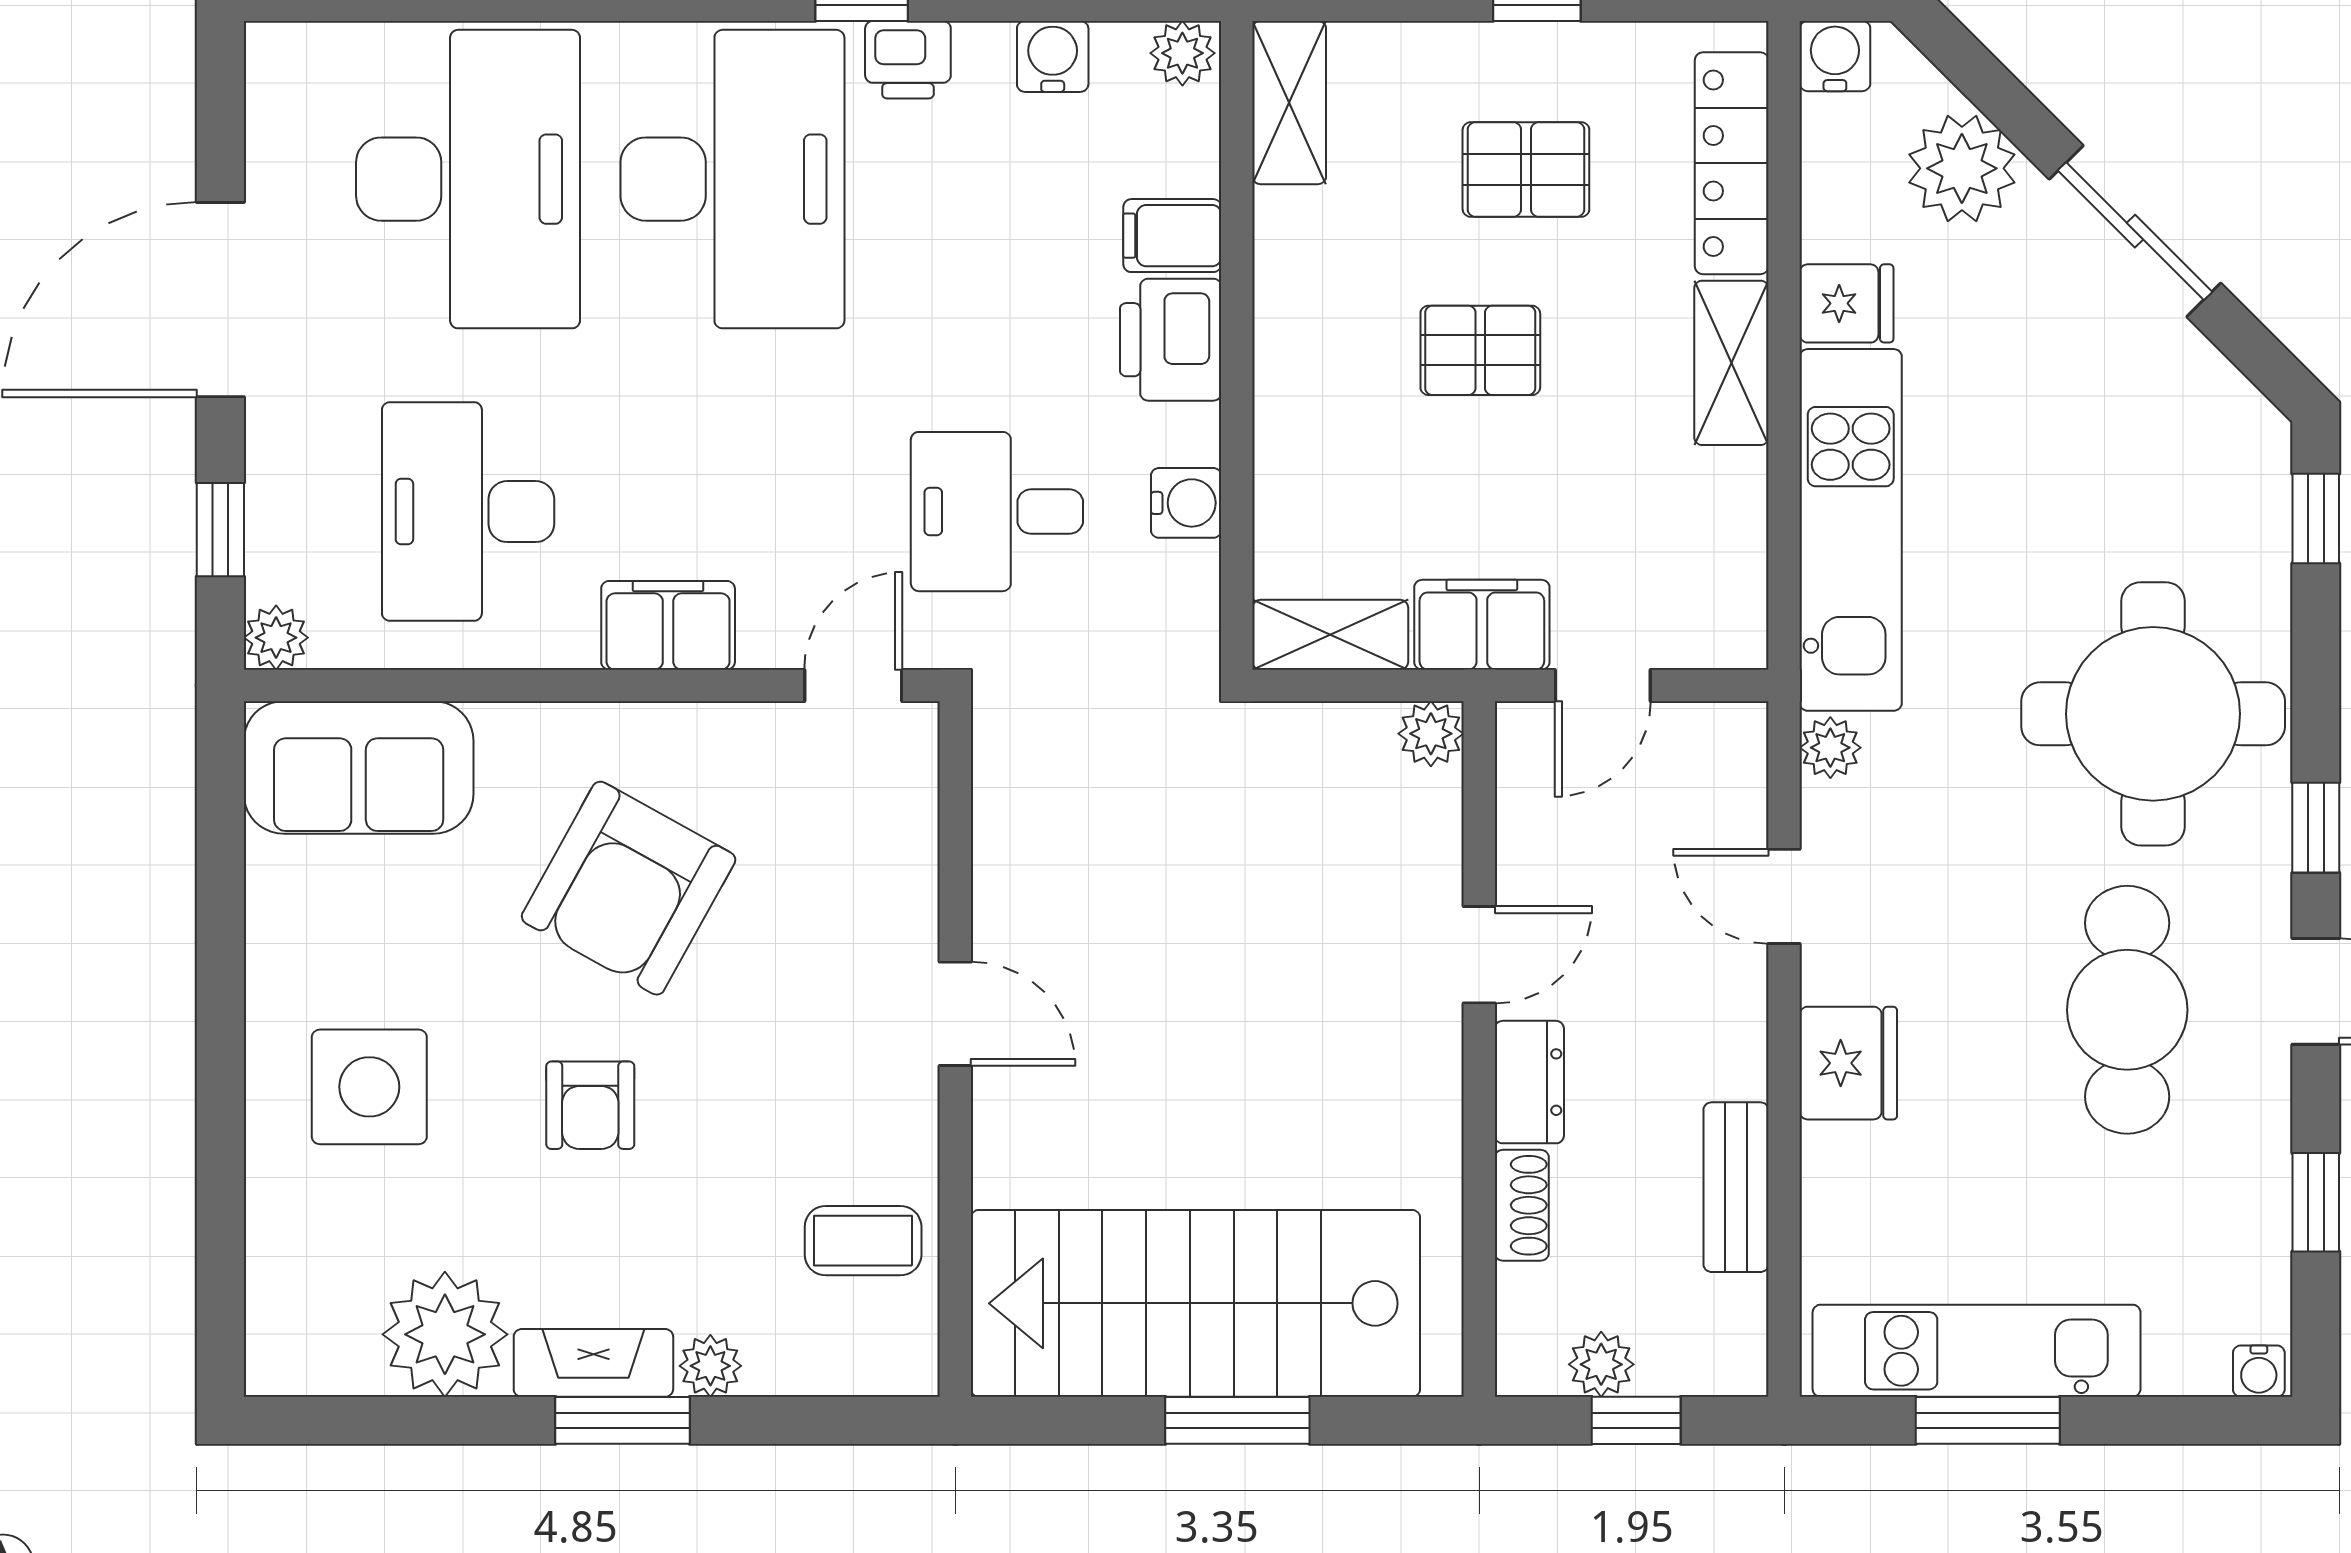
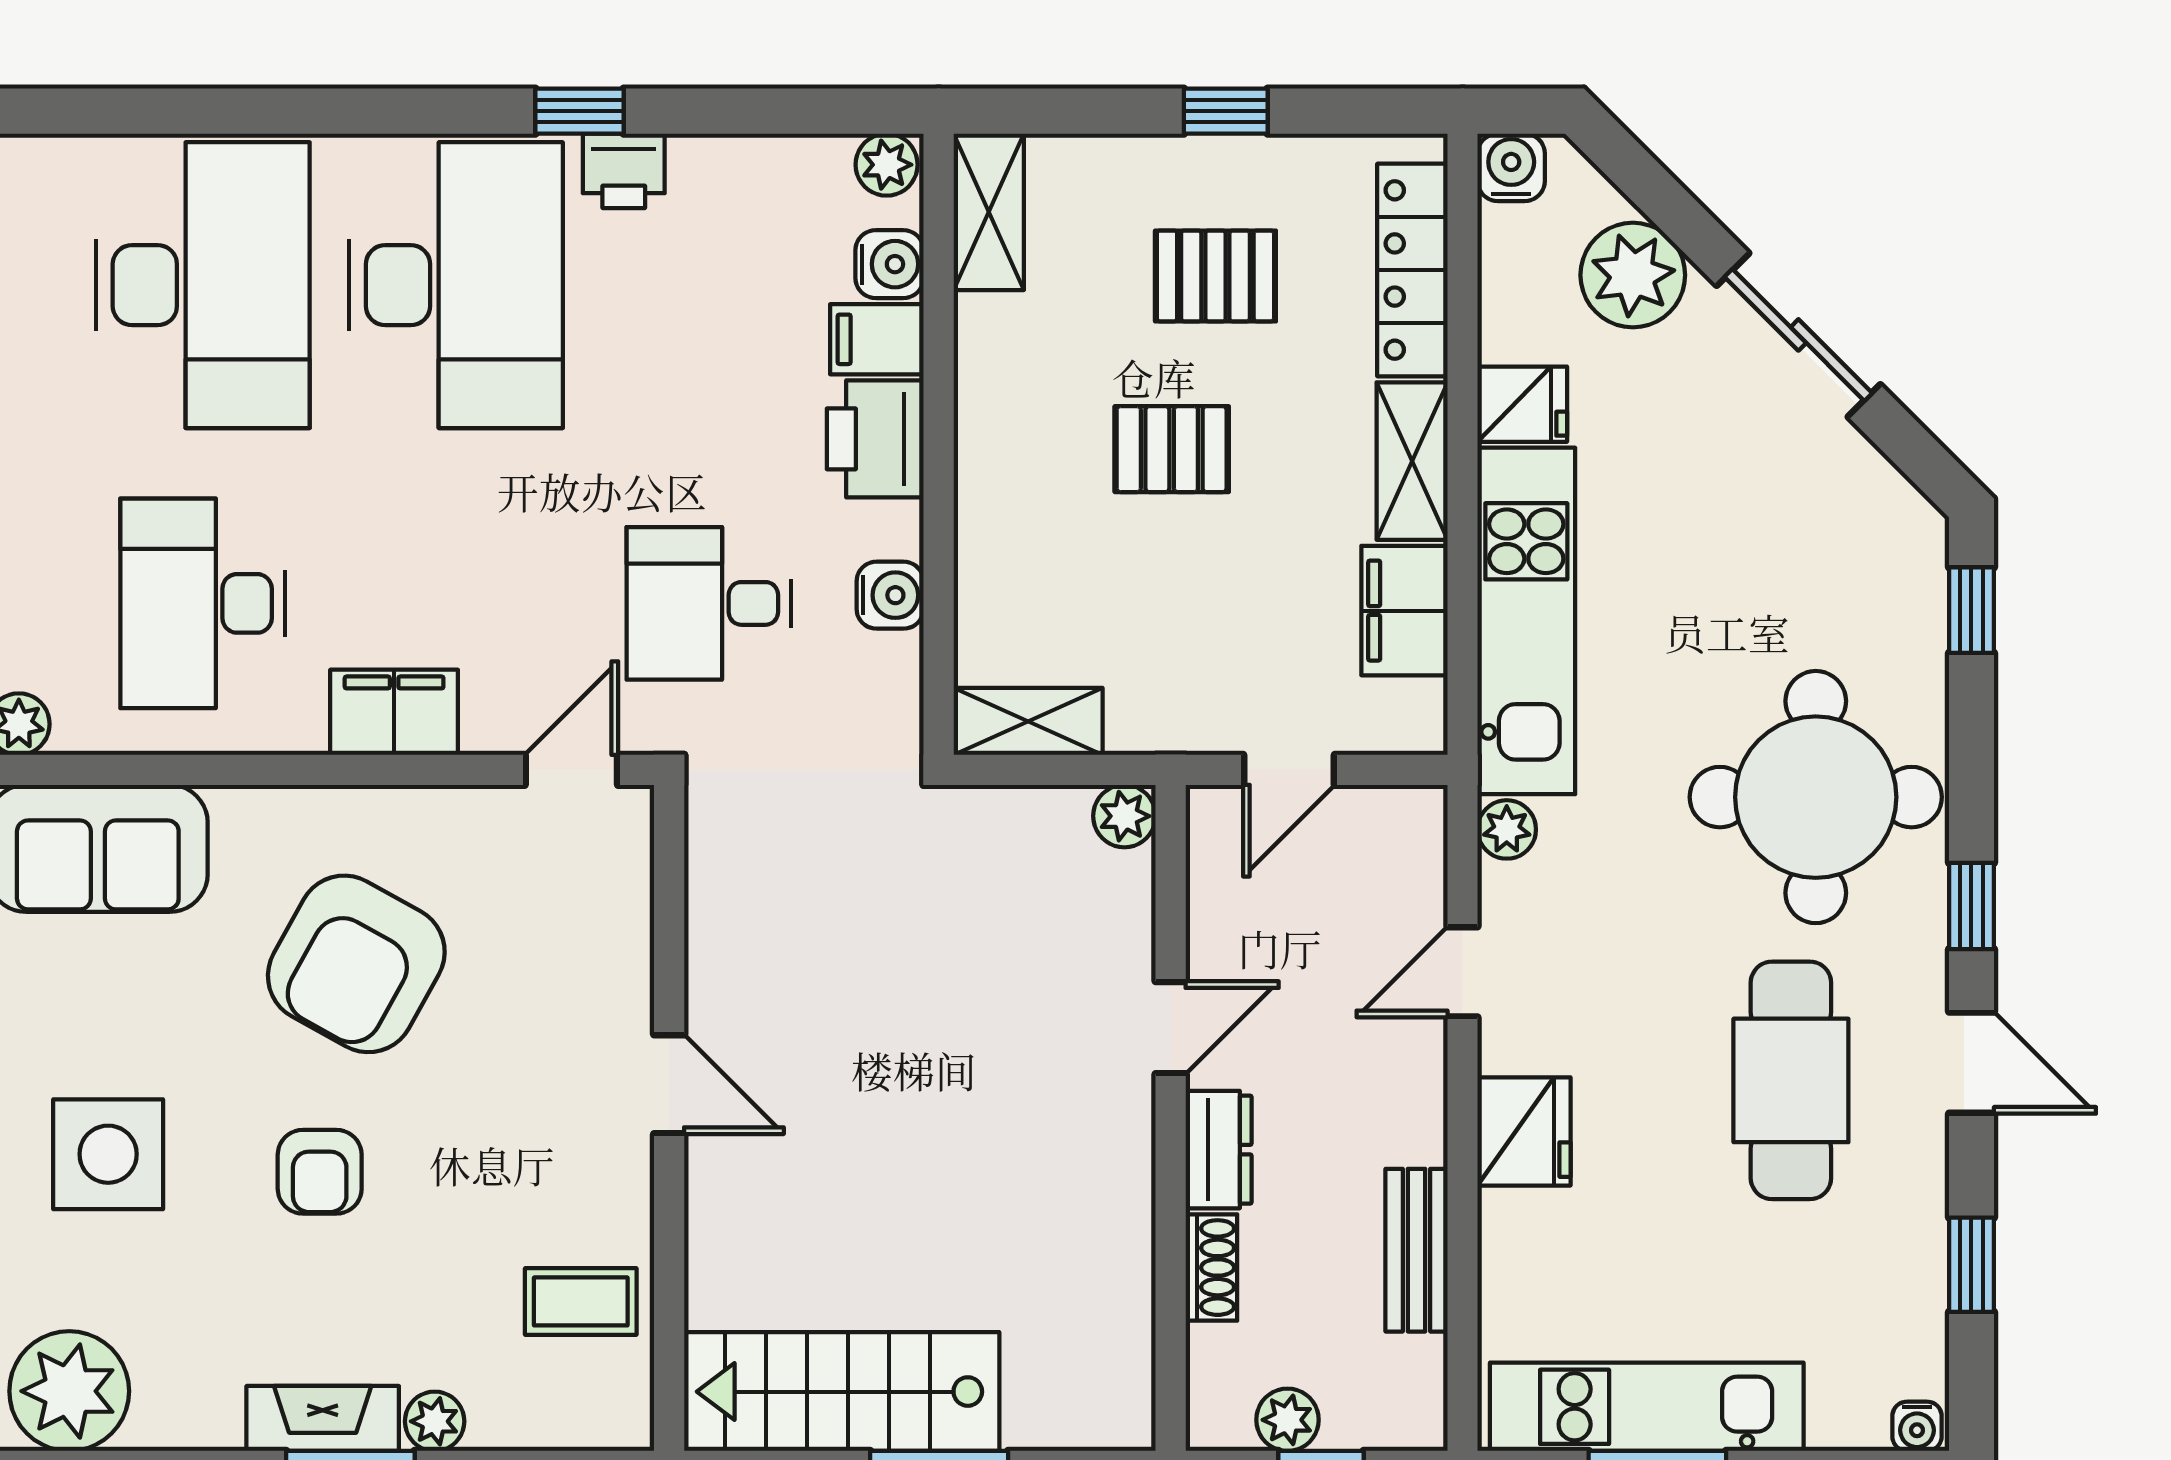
water cooler: (1053, 56) -> (890, 264), moved, turned 90
filing cabinet: (1482, 625) -> (1404, 611), moved, turned -90
door: (1784, 896) -> (1463, 972), hinge flipped
stairs: (1195, 1303) -> (842, 1392), width x0.73, depth x0.66
plant: (445, 1334) -> (69, 1391), moved

